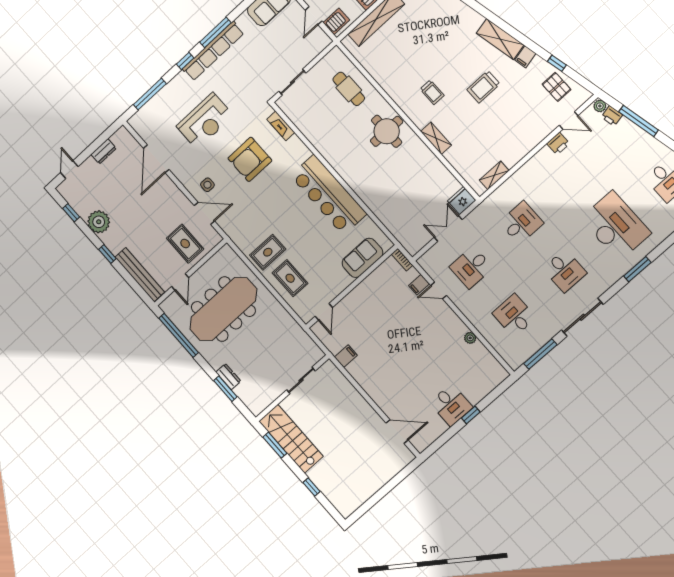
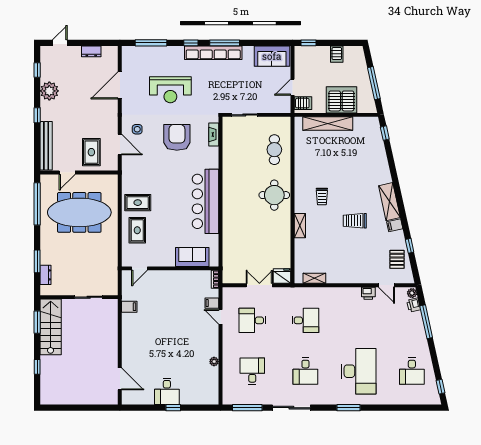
armchair: (250, 159) -> (177, 137), turned 90
dresser: (228, 377) -> (45, 275), moved

